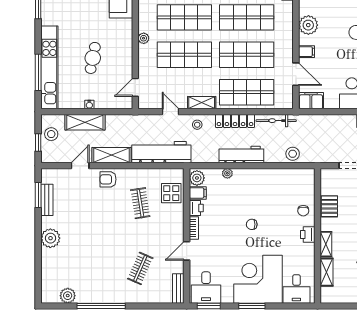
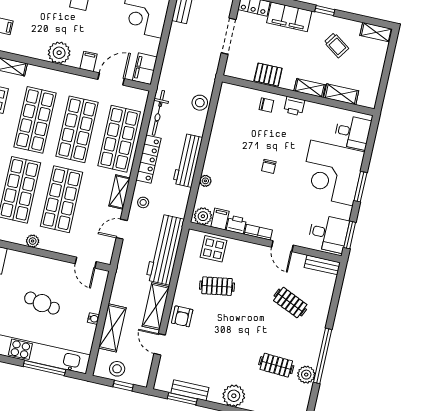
clothes rail: (84, 268) -> (276, 365), added
plant: (68, 296) -> (306, 375), moved

